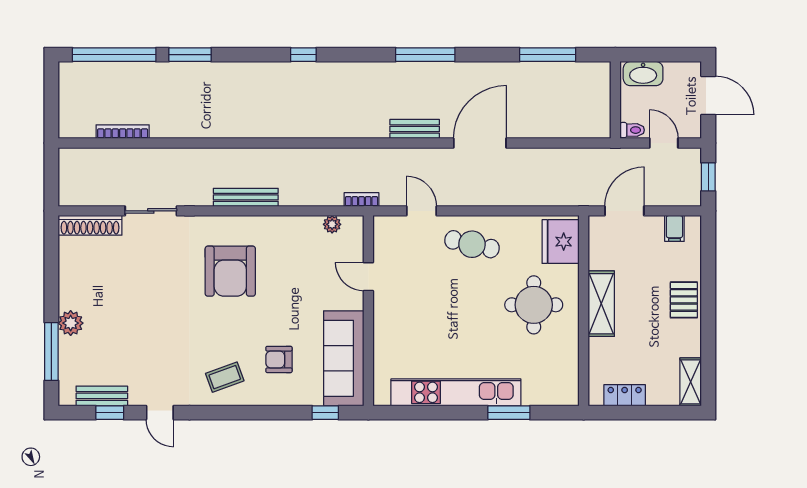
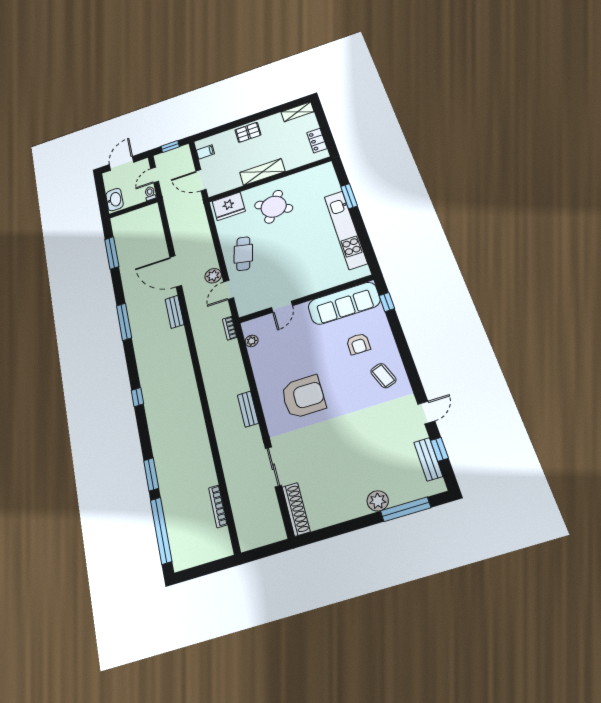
plant: (452, 194) -> (213, 276), added
bench: (246, 197) -> (248, 409), width x0.73
round table: (534, 305) -> (274, 207), turned 30

